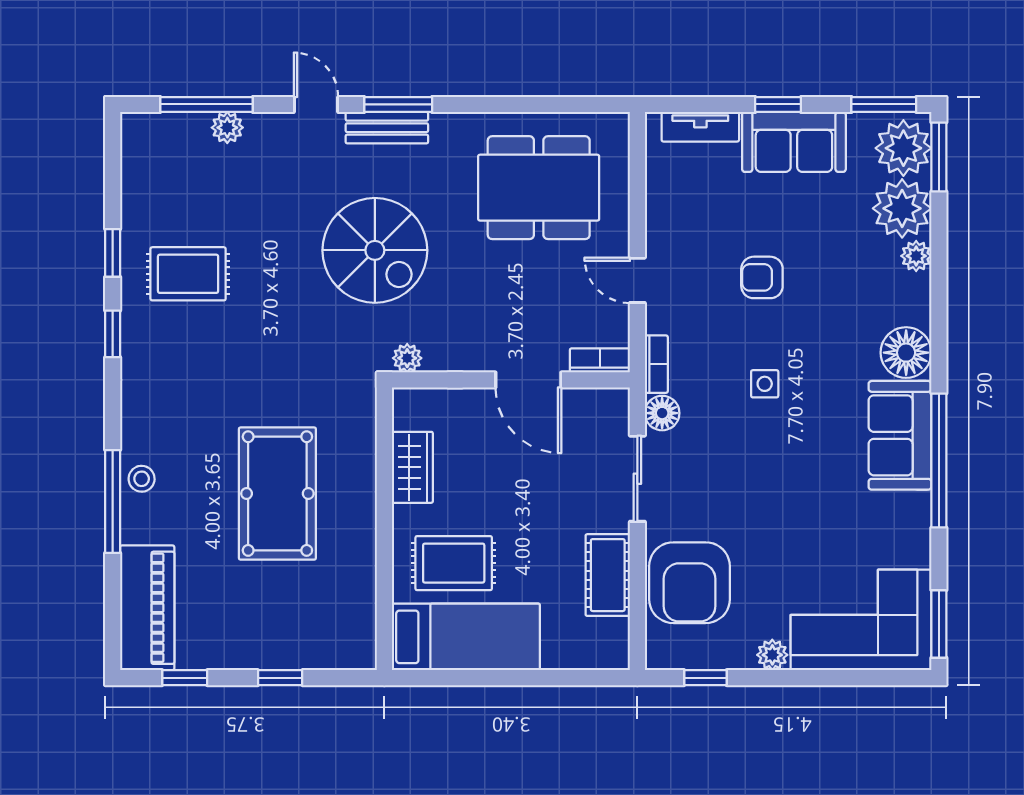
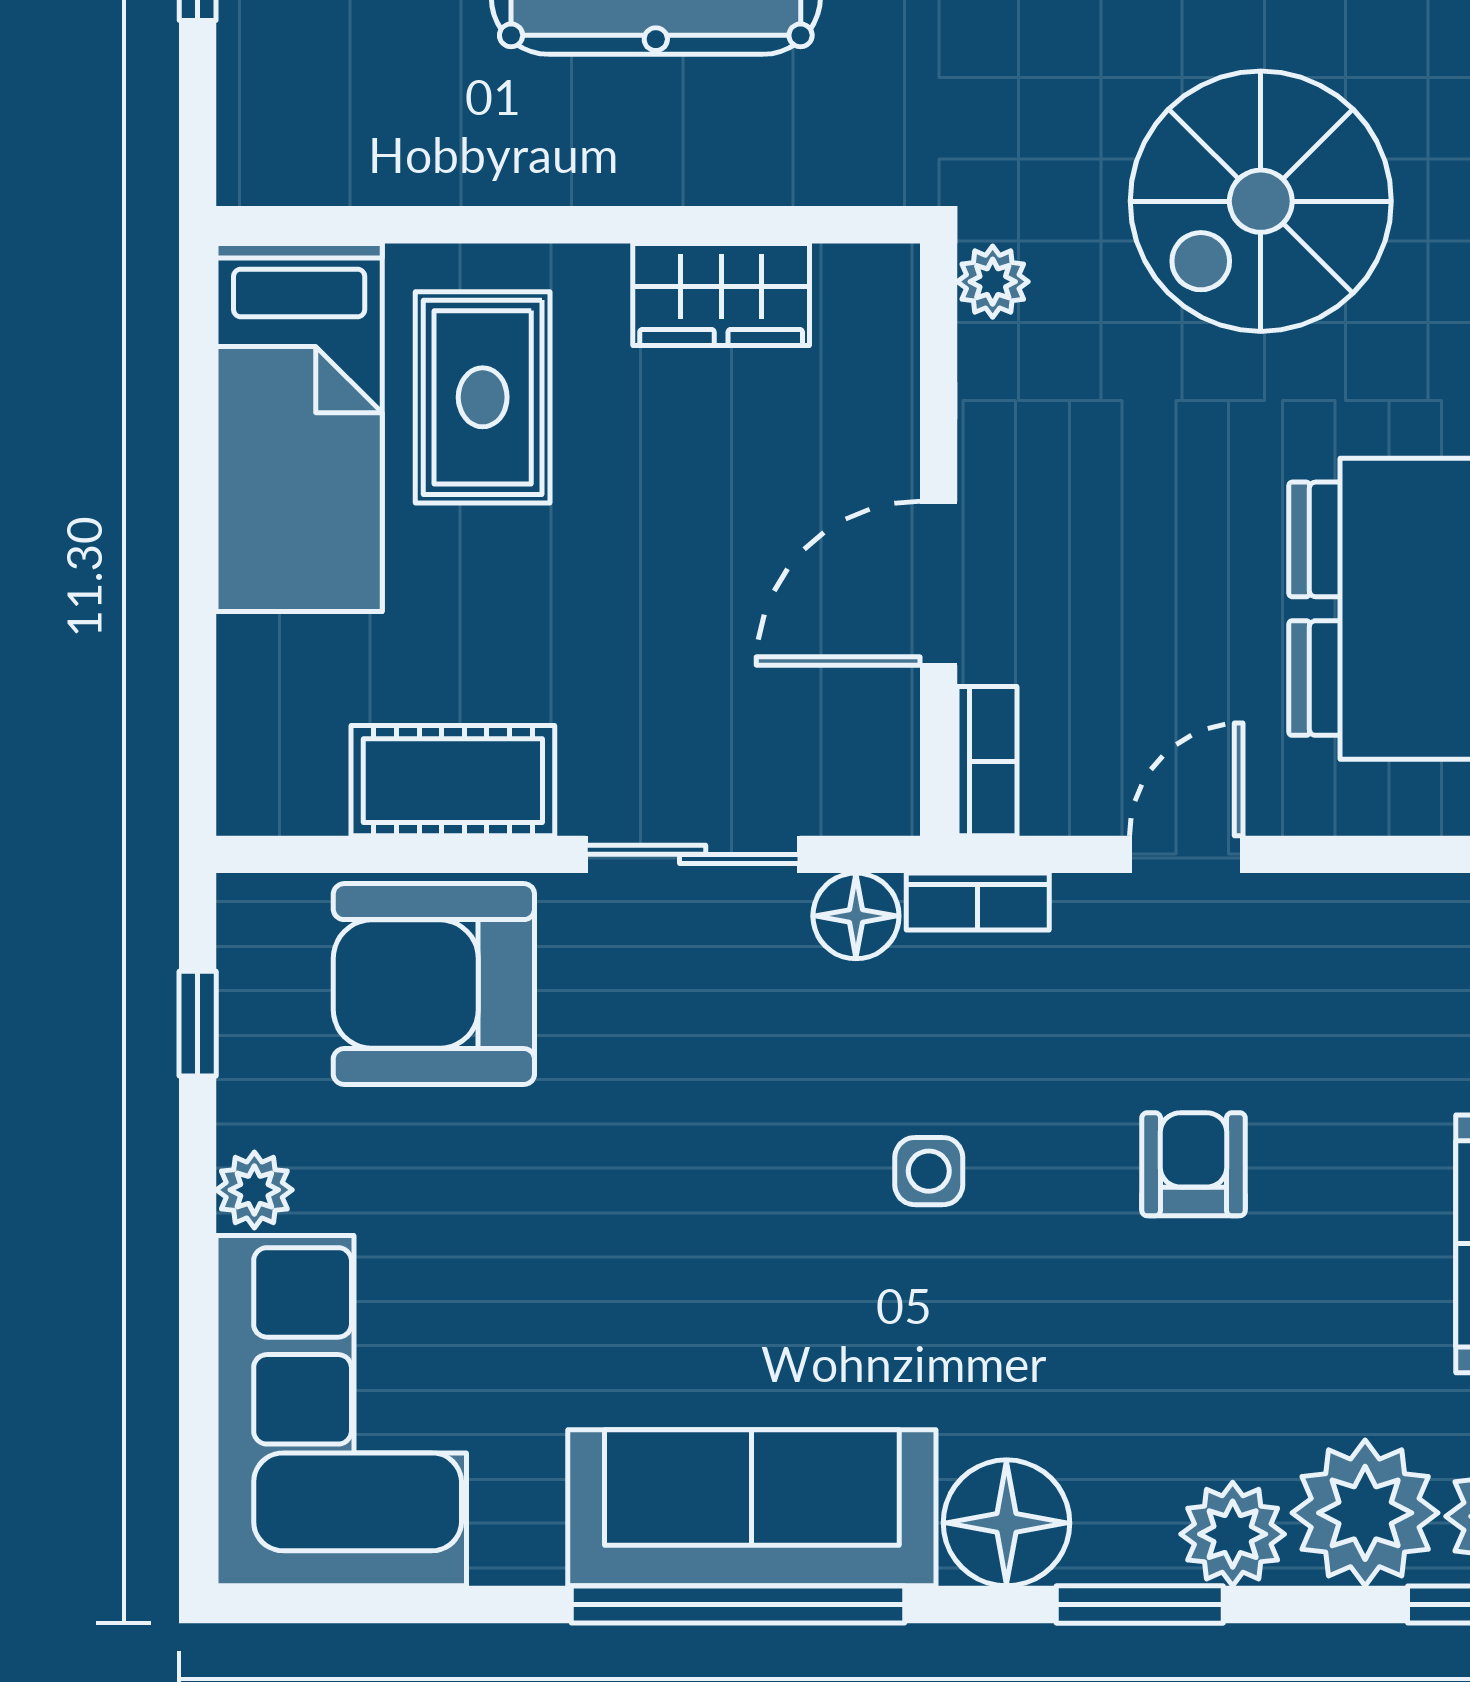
plant: (916, 256) -> (1233, 1534), width x1.38, depth x1.38
sofa: (900, 435) -> (752, 1508), width x1.36
window: (939, 624) -> (1140, 1605), moved

